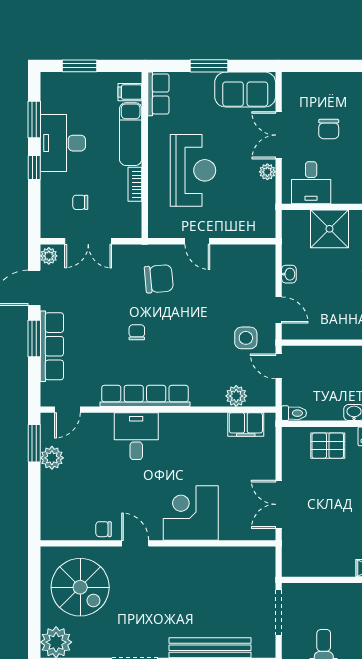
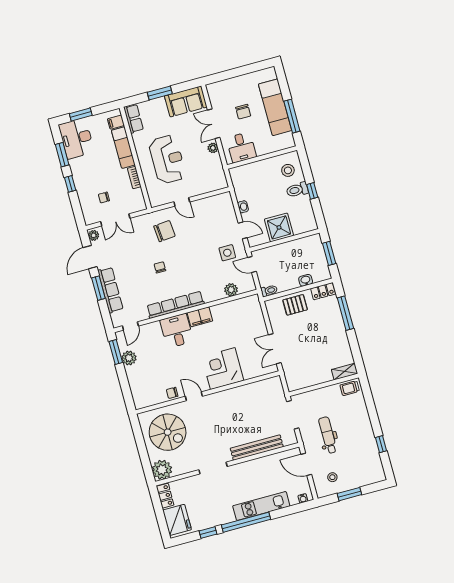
desk: (63, 143) -> (76, 138), moved
shower: (329, 229) -> (279, 227), moved
filing cabinet: (246, 425) -> (200, 317), moved

